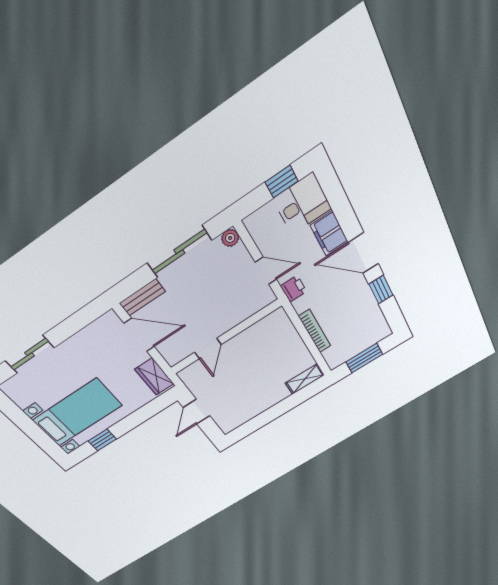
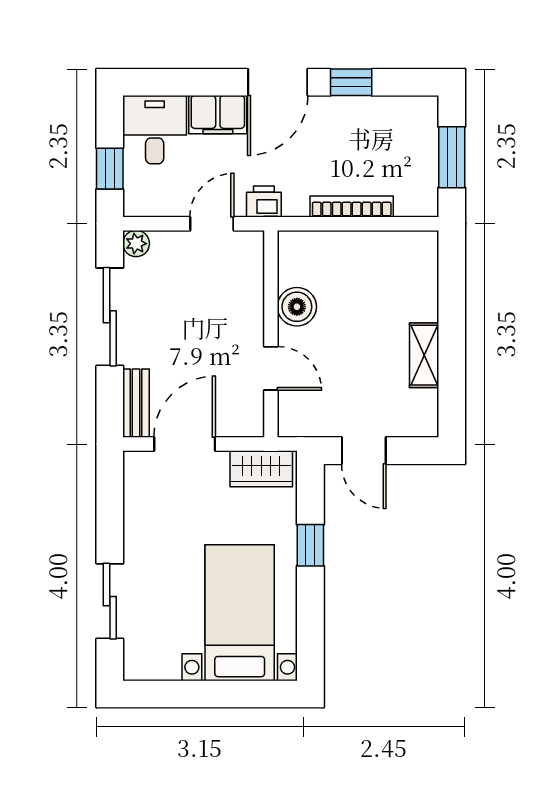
window: (282, 182) -> (110, 169), moved
boiler: (247, 340) -> (297, 307), added
shelving: (305, 379) -> (424, 355), moved
window: (102, 440) -> (310, 545), moved

